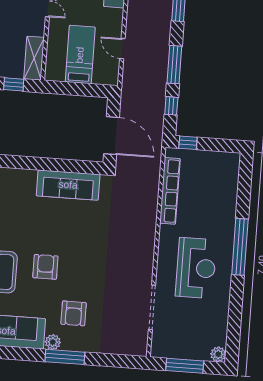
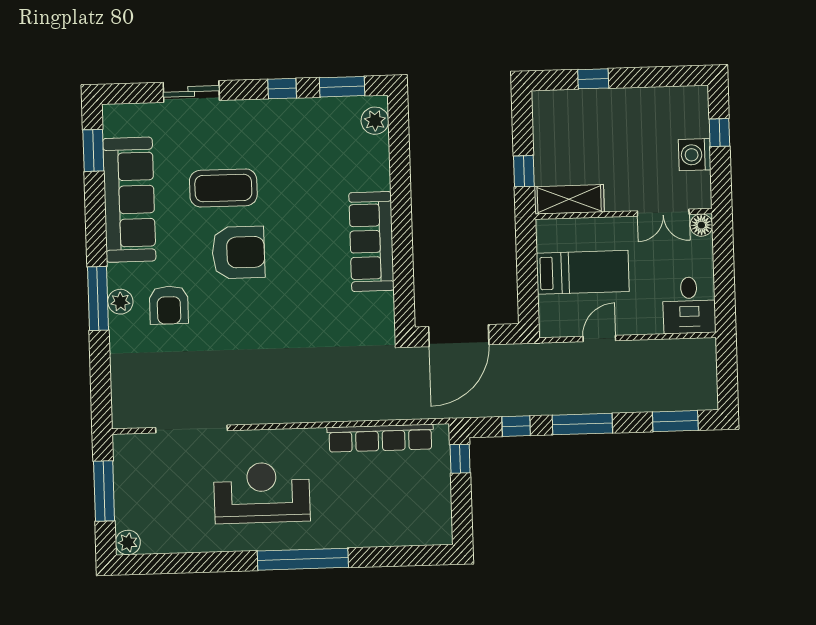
sofa: (68, 185) -> (371, 242), moved
armchair: (45, 267) -> (238, 252), width x1.36, depth x1.36
reception desk: (196, 268) -> (262, 493), turned 180
armchair: (74, 313) -> (169, 305), turned -90
plant: (53, 342) -> (120, 302), moved

